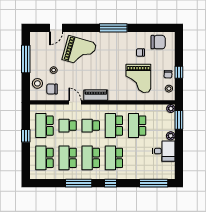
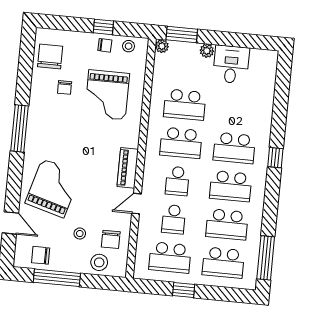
chair: (38, 48) -> (41, 255), added
grand piano: (138, 78) -> (107, 95), turned 90
window: (79, 183) -> (266, 258), moved
window: (154, 183) -> (282, 86), removed

